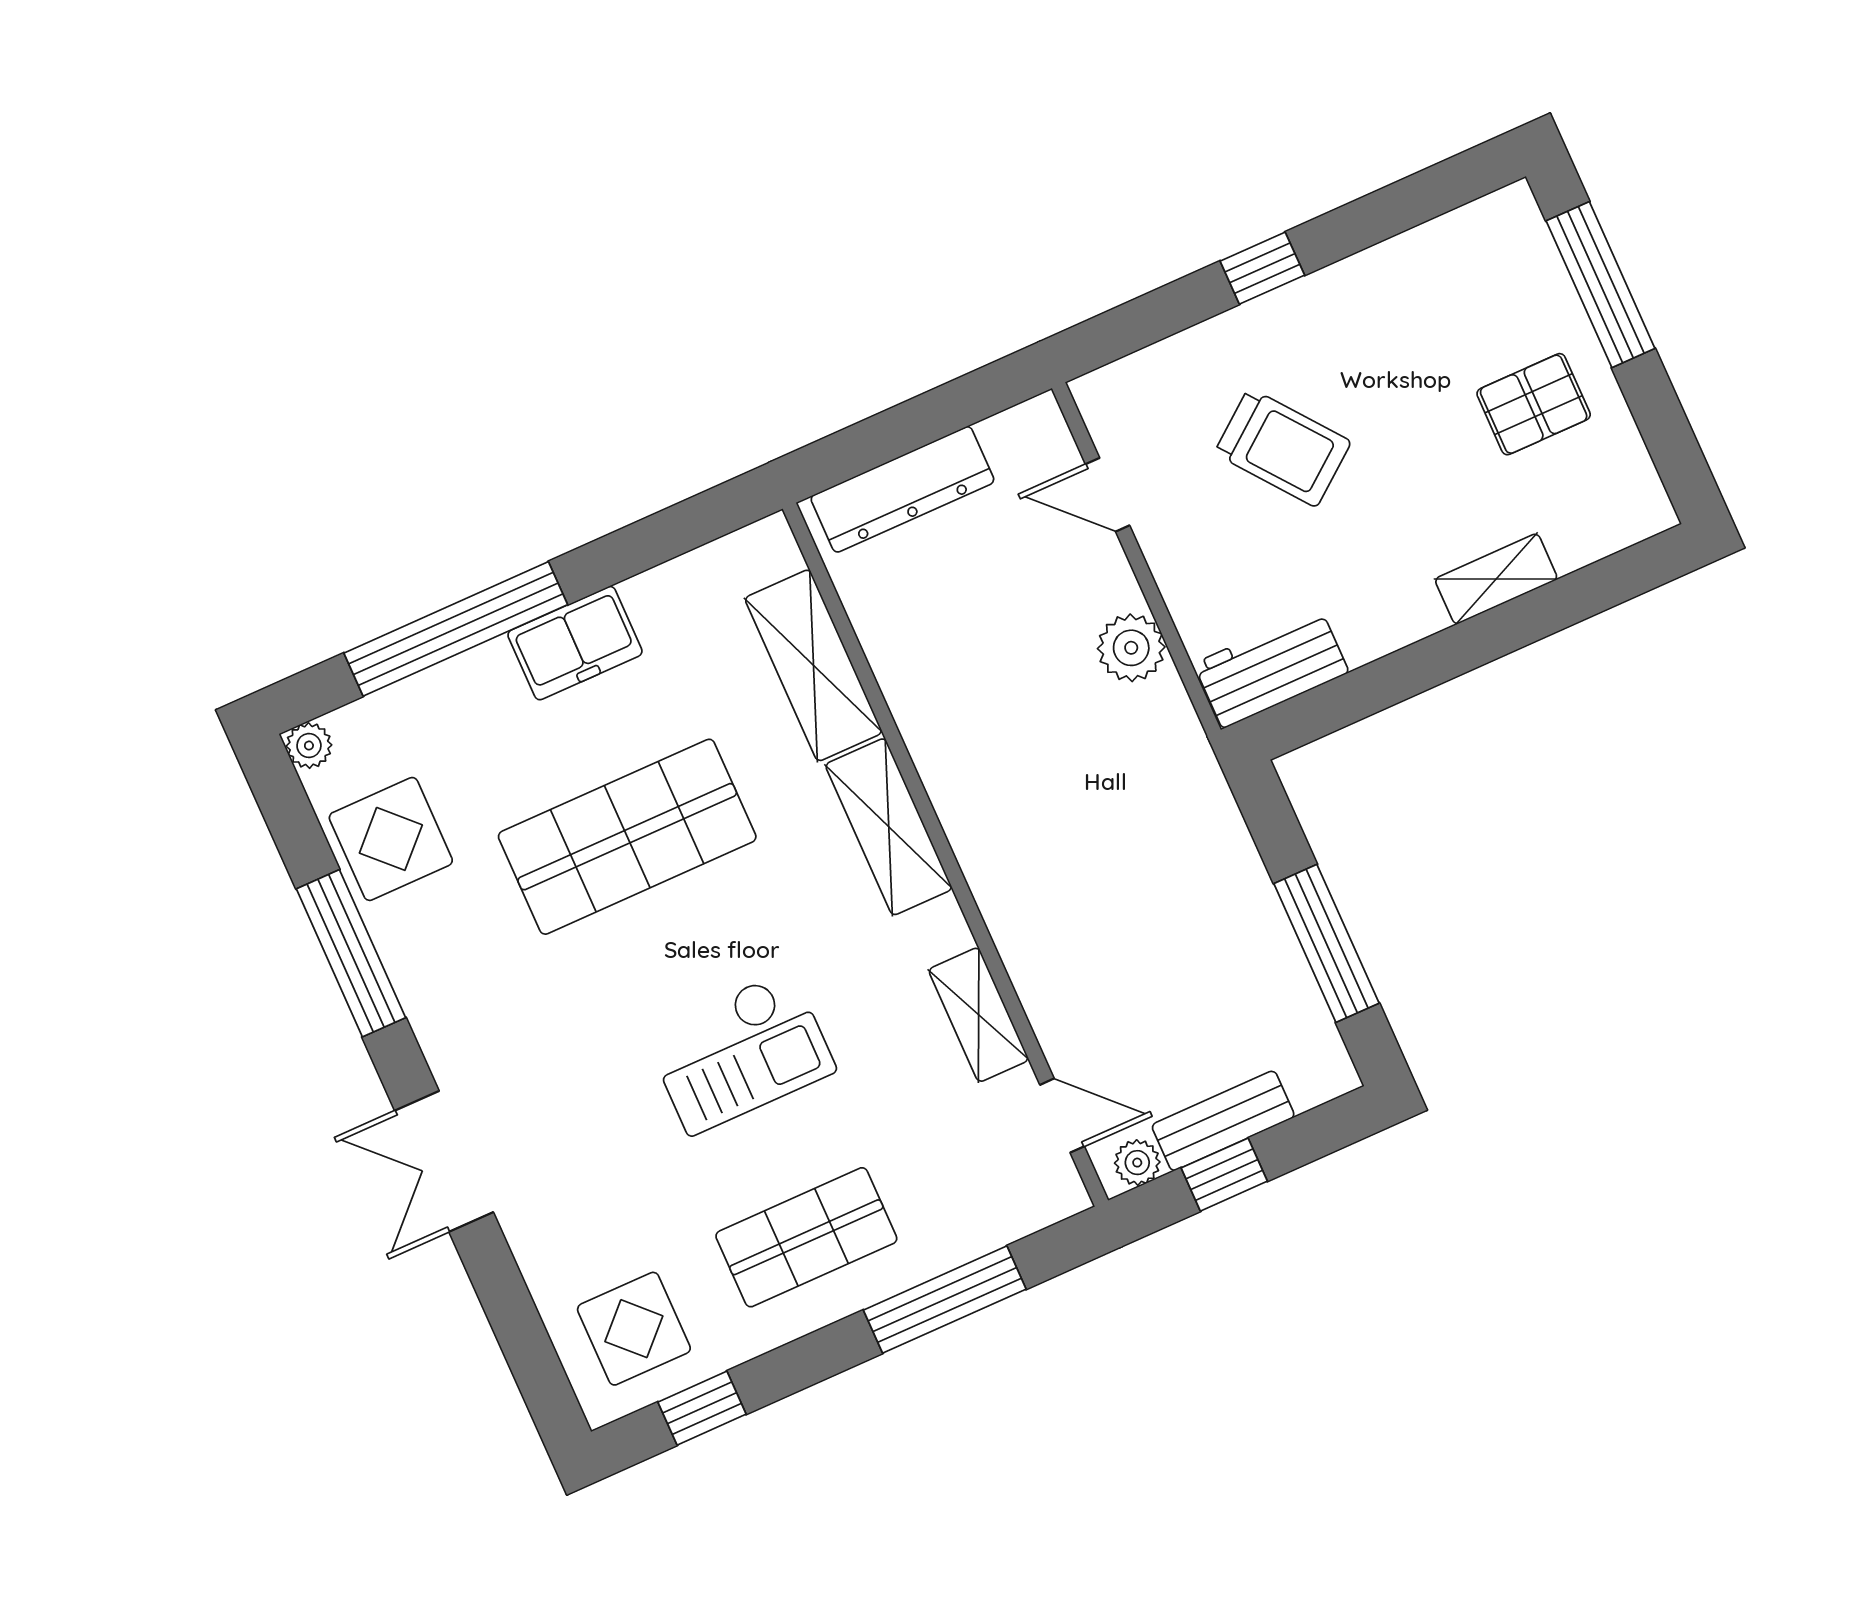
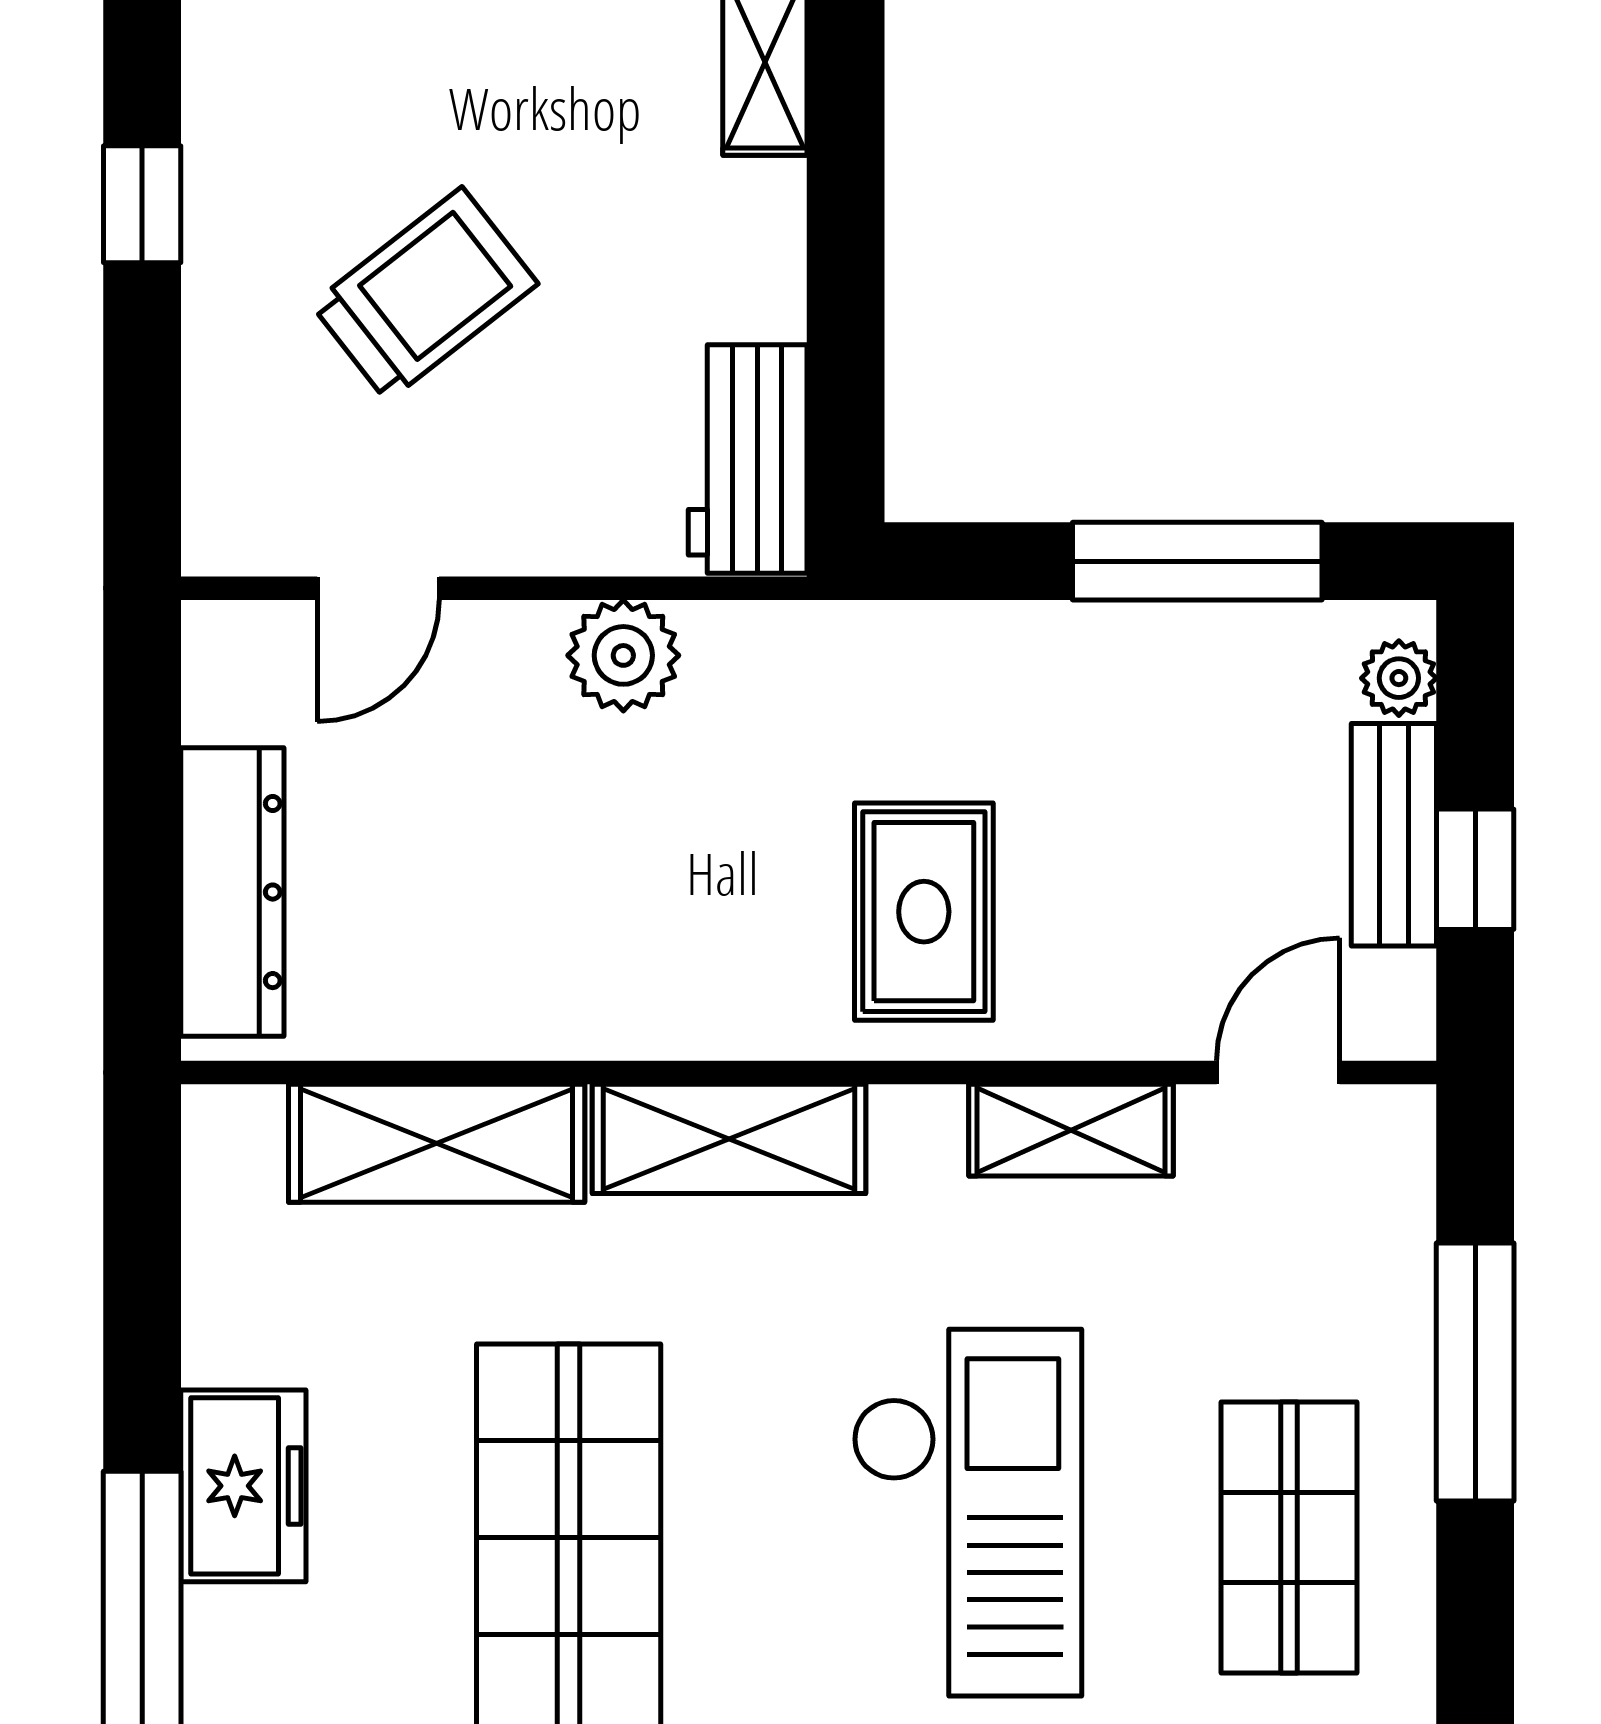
rug: (1063, 879) -> (924, 912), added
checkout: (740, 1052) -> (967, 1513), width x1.36, depth x1.21
plant: (1137, 1163) -> (1399, 678), moved

